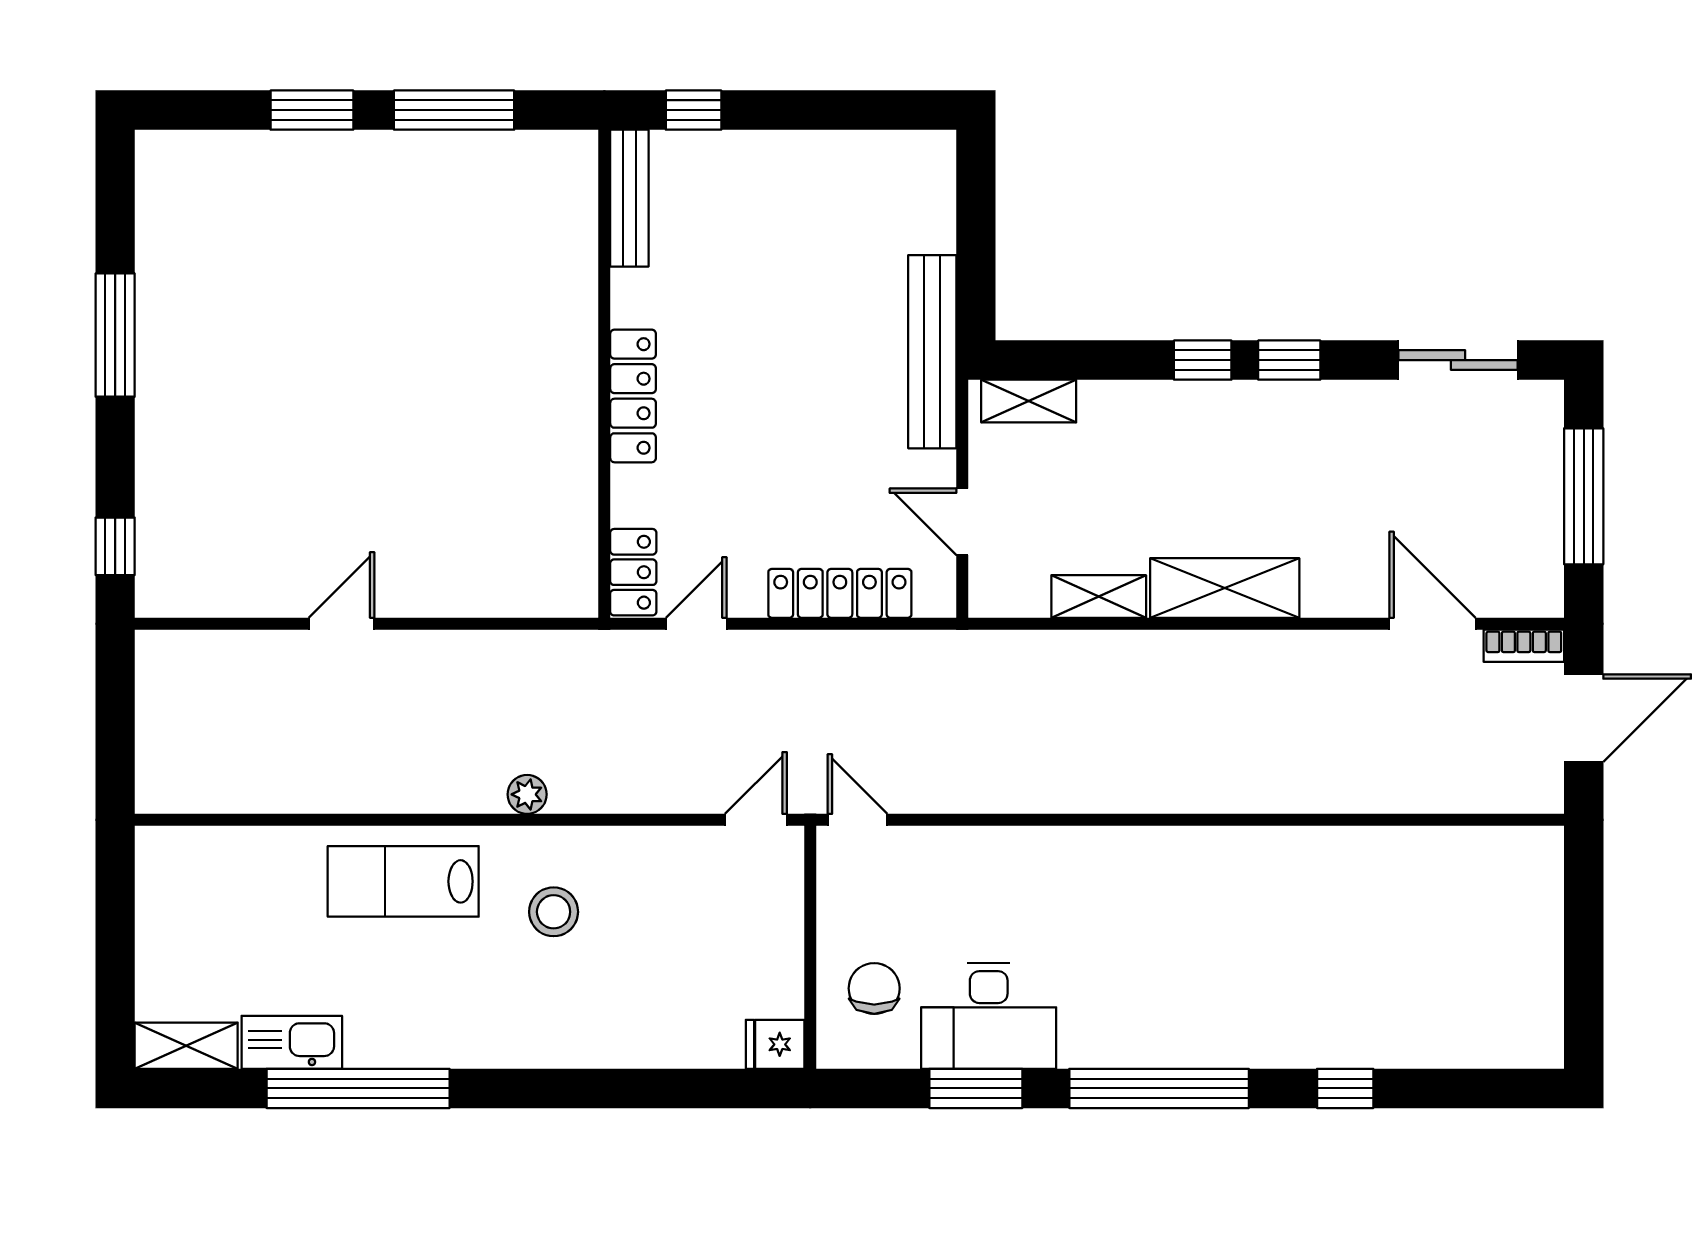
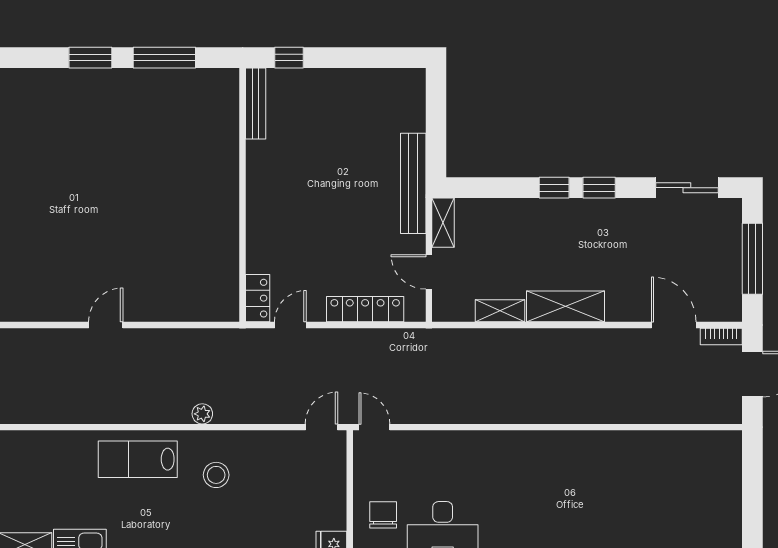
locker: (633, 396) -> (257, 206), removed
shelving: (1029, 401) -> (443, 223), moved, turned 90

